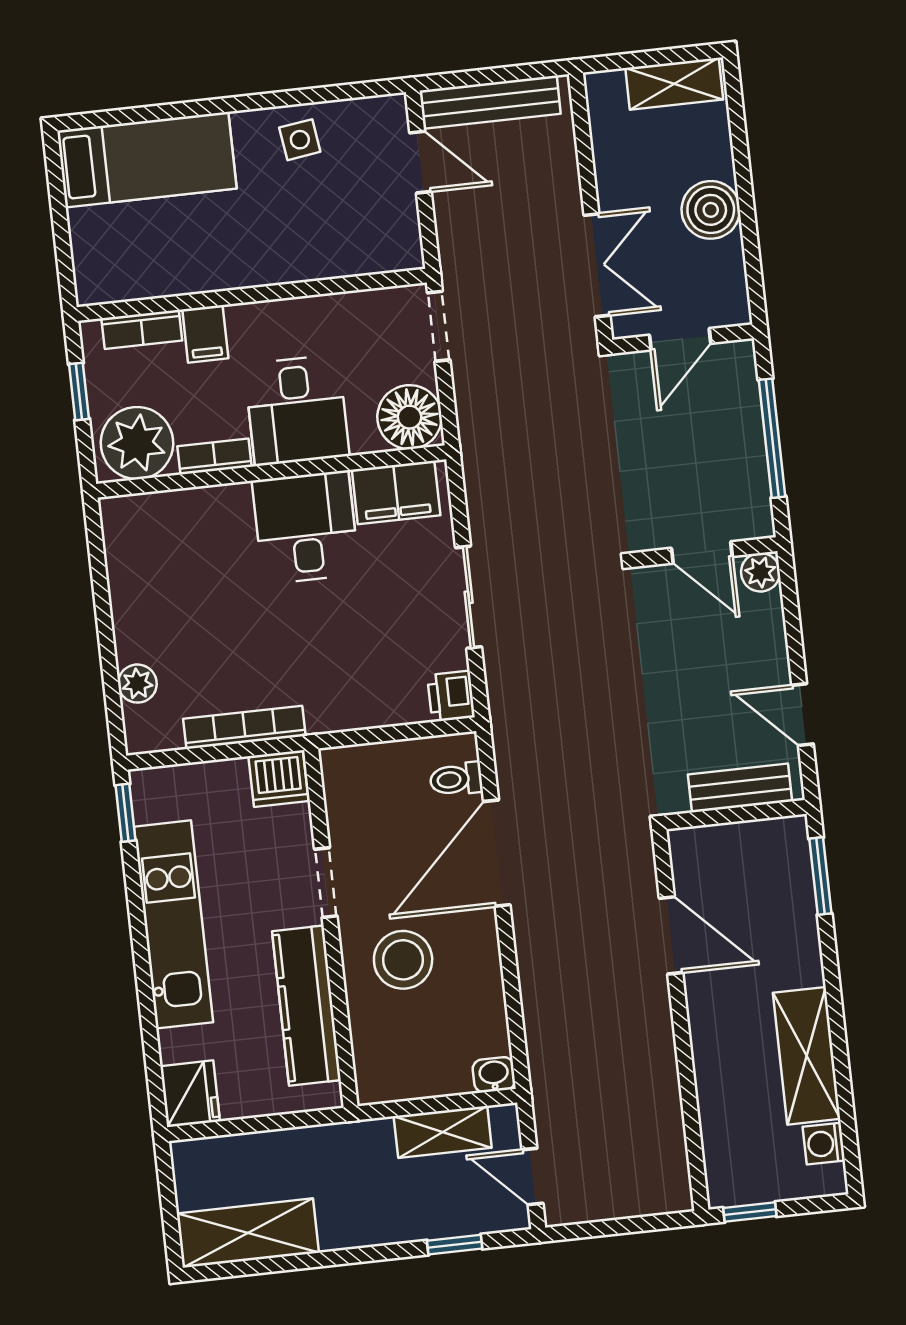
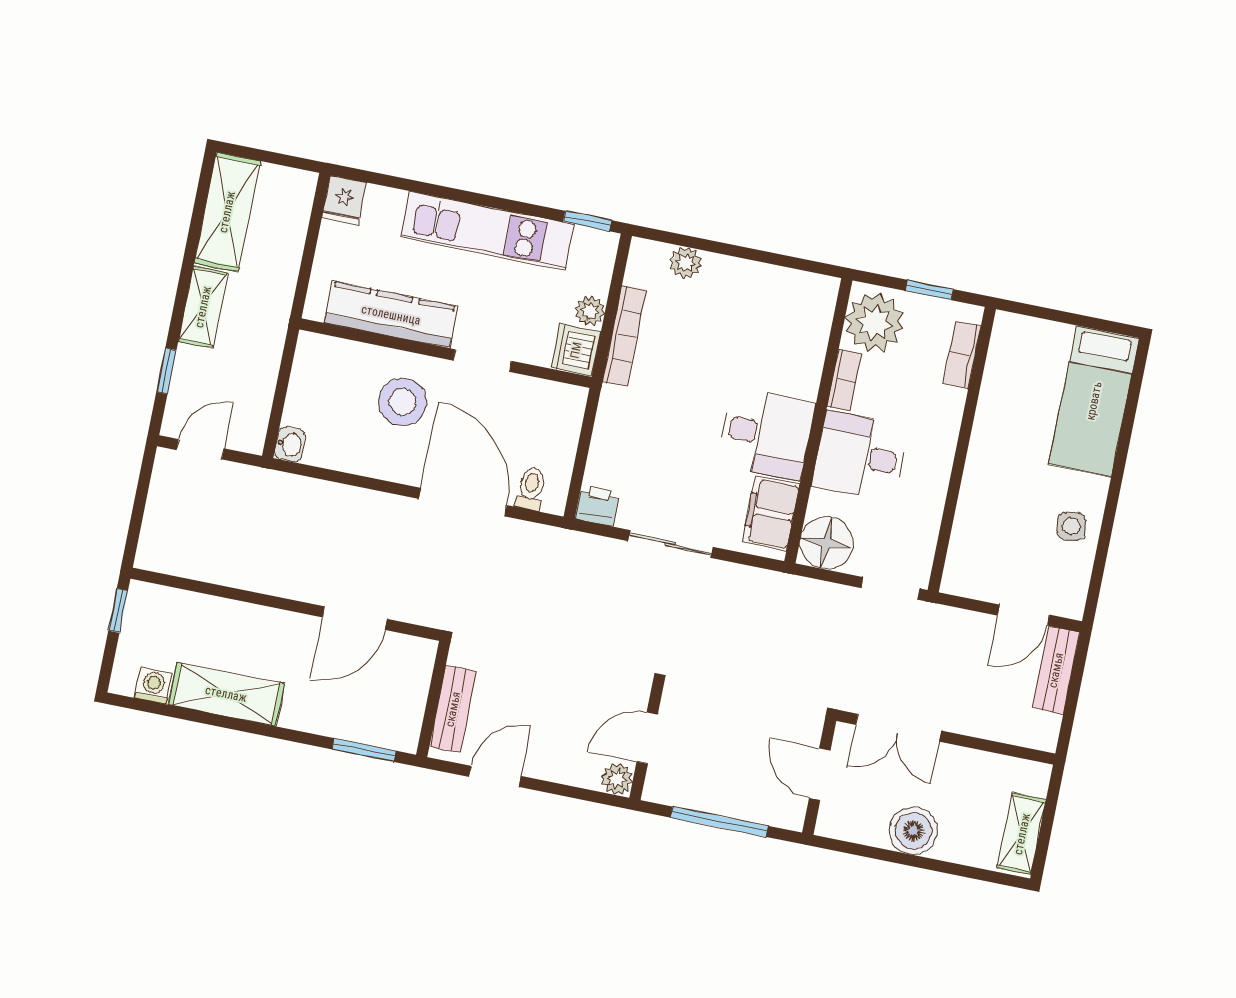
bench: (490, 102) -> (1056, 670), width x0.73
filing cabinet: (205, 334) -> (943, 403), removed
plant: (229, 777) -> (590, 311), added
fridge: (190, 1094) -> (344, 200), width x0.72
shelving: (443, 1132) -> (203, 307), moved

